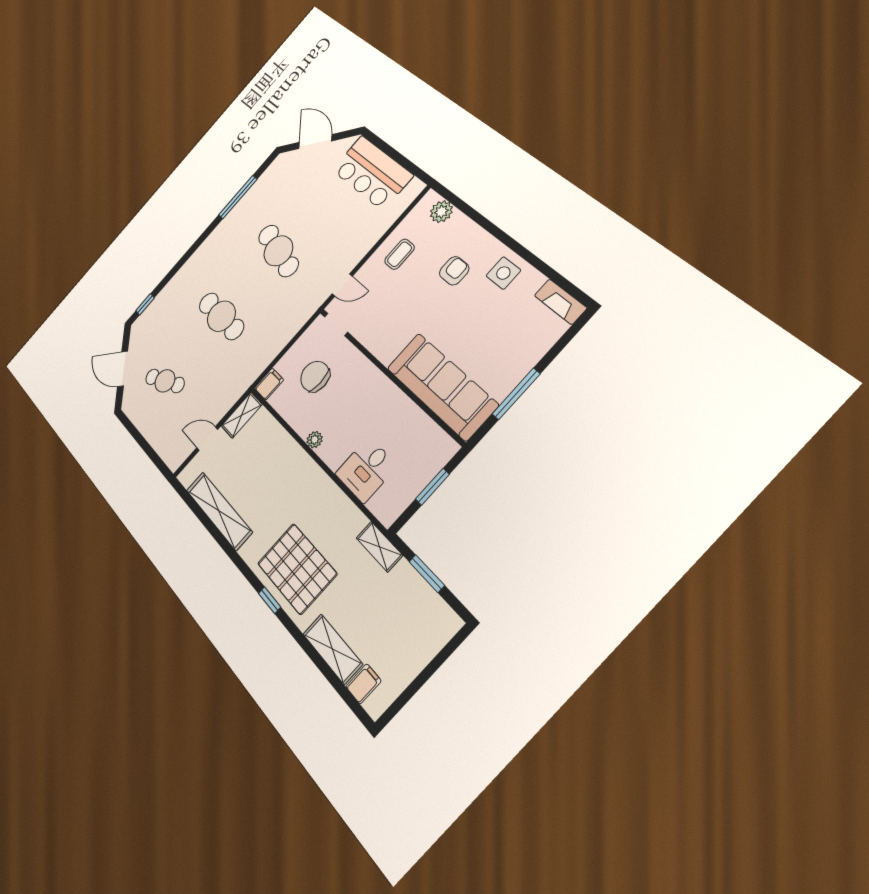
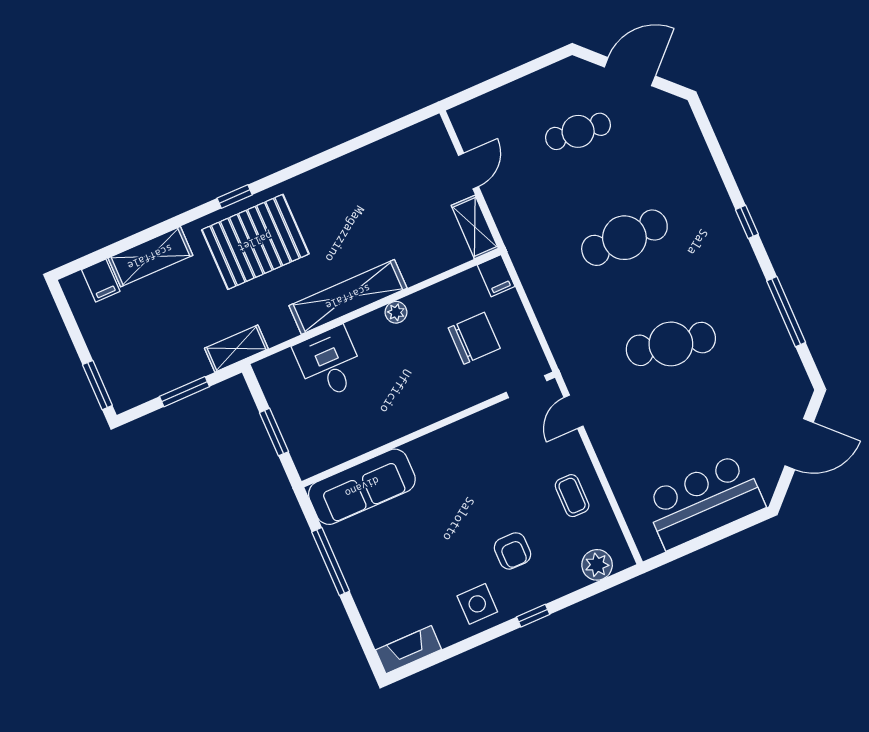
window: (496, 232) -> (533, 616), added
window: (145, 304) -> (747, 222), moved
cafe table: (165, 381) -> (578, 131), turned 30
sofa: (442, 386) -> (362, 487), width x0.74, depth x0.79
shelving: (219, 511) -> (348, 297), moved
window: (447, 651) -> (97, 385), added

